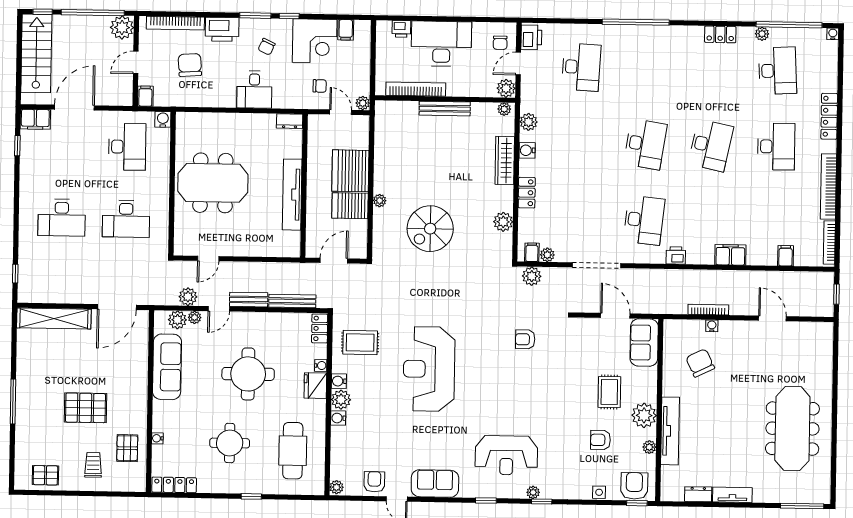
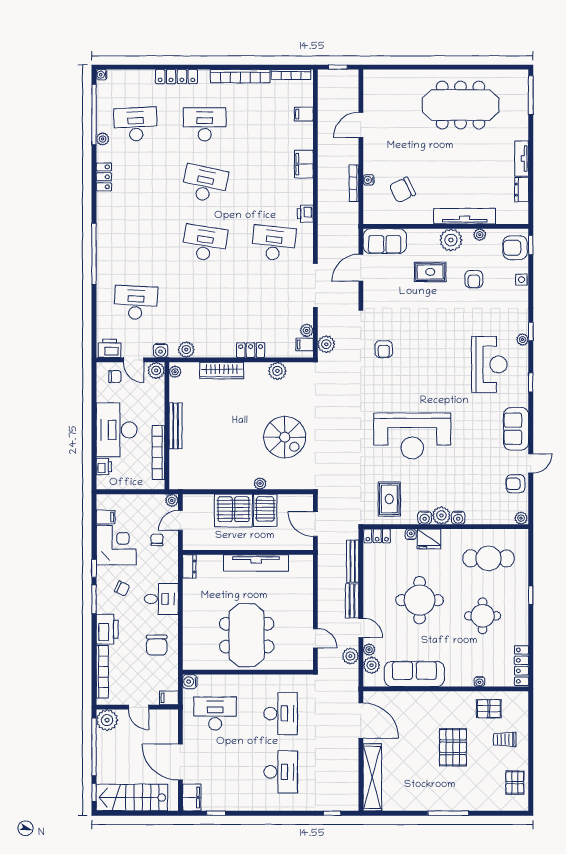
chair: (190, 65) -> (157, 645), moved, turned -86
water cooler: (527, 150) -> (161, 350), moved

